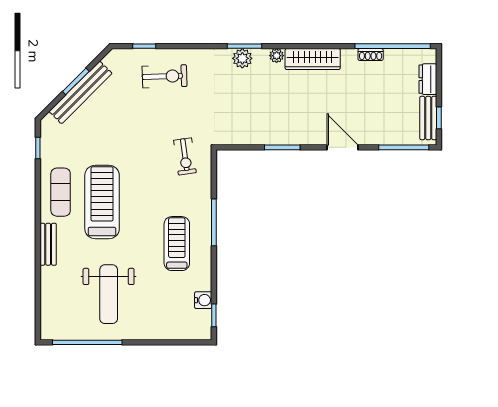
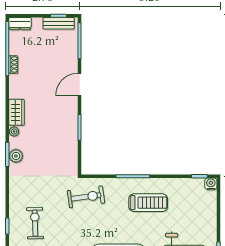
wardrobe: (313, 59) -> (17, 112), width x0.67
exercise bike: (165, 76) -> (35, 223), moved
dresser: (428, 79) -> (20, 24), moved
exercise bike: (185, 156) -> (86, 197), width x1.38, depth x1.39
treadmill: (177, 244) -> (148, 203), turned 180
water cooler: (203, 300) -> (211, 184), moved

